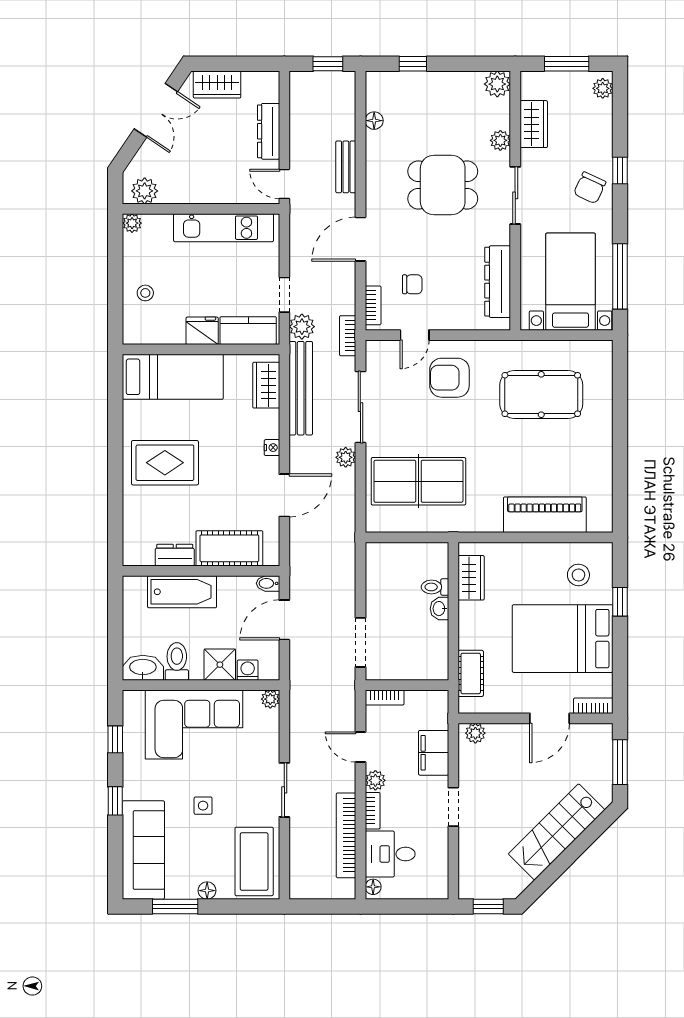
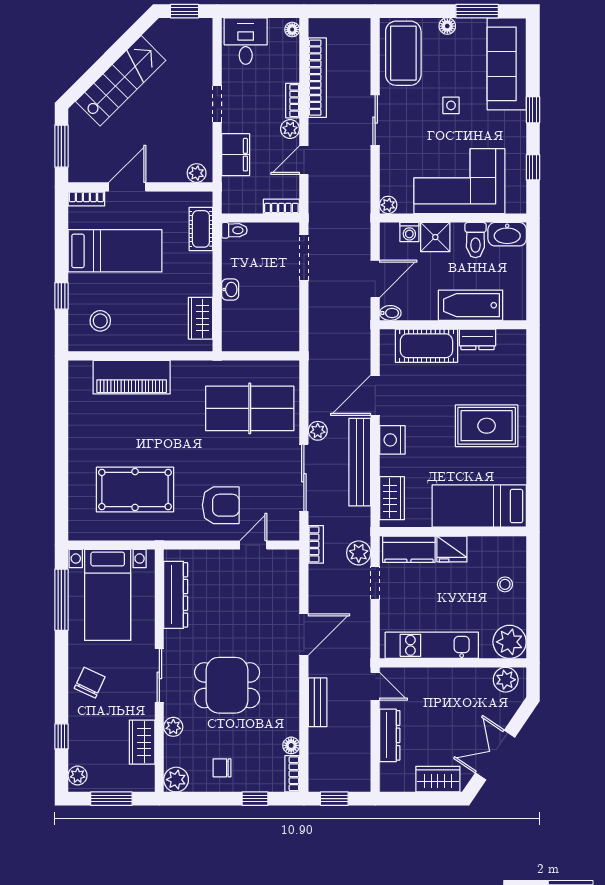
window: (620, 171) -> (61, 736), moved
plant: (132, 223) -> (510, 642), width x1.88, depth x1.88
chair: (412, 284) -> (222, 768), moved
bookcase: (373, 305) -> (292, 774), moved
bench: (301, 388) -> (360, 462), moved
nightstand: (272, 448) -> (392, 440), width x1.89, depth x1.79
toilet: (435, 587) -> (234, 230), moved
bed: (563, 639) -> (115, 251), width x0.67
door: (360, 747) -> (304, 160), swing flipped
desk: (390, 854) -> (246, 41), moved, turned -90

